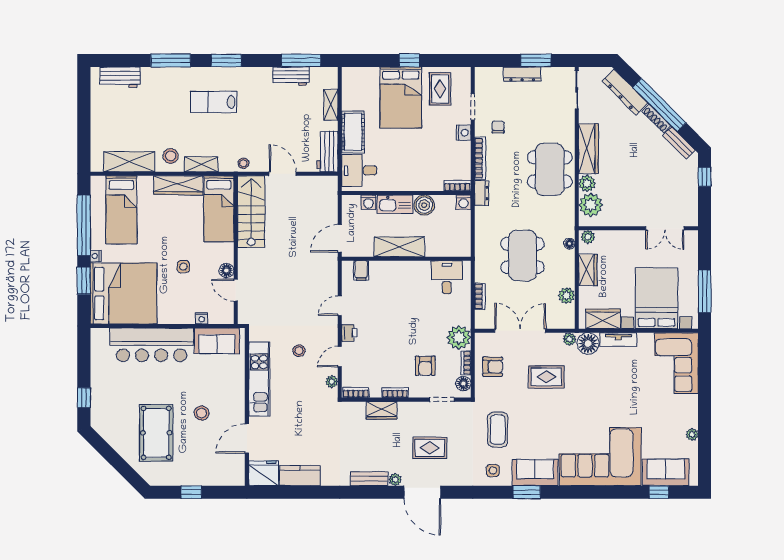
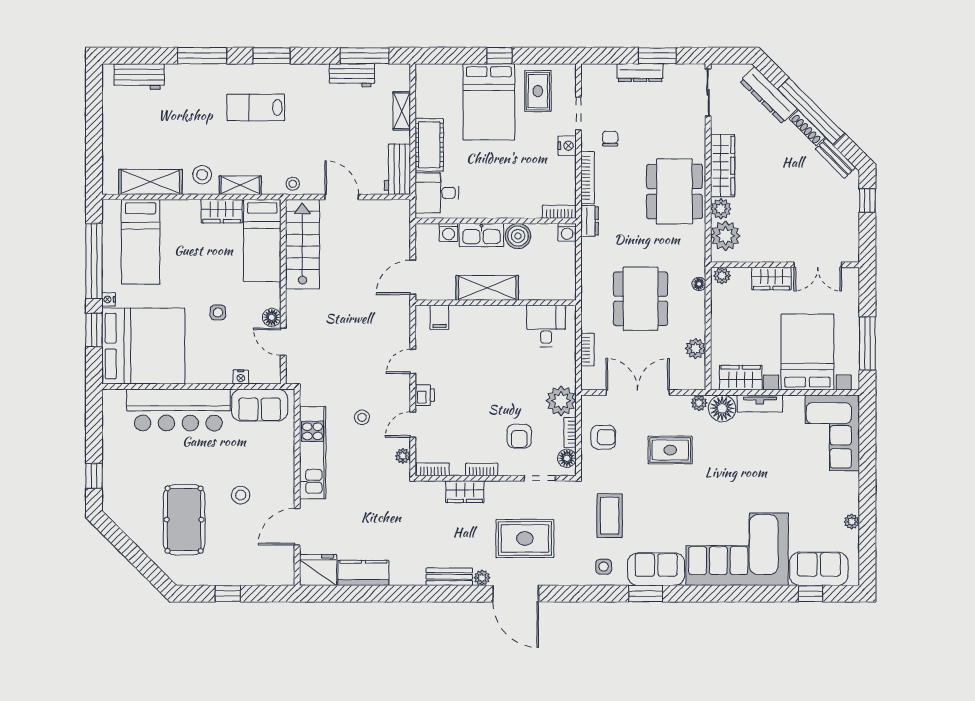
wardrobe: (178, 185) -> (222, 211), width x0.67
wardrobe: (588, 270) -> (771, 279), moved, turned 90
rug: (430, 448) -> (525, 538), width x1.36, depth x1.43

